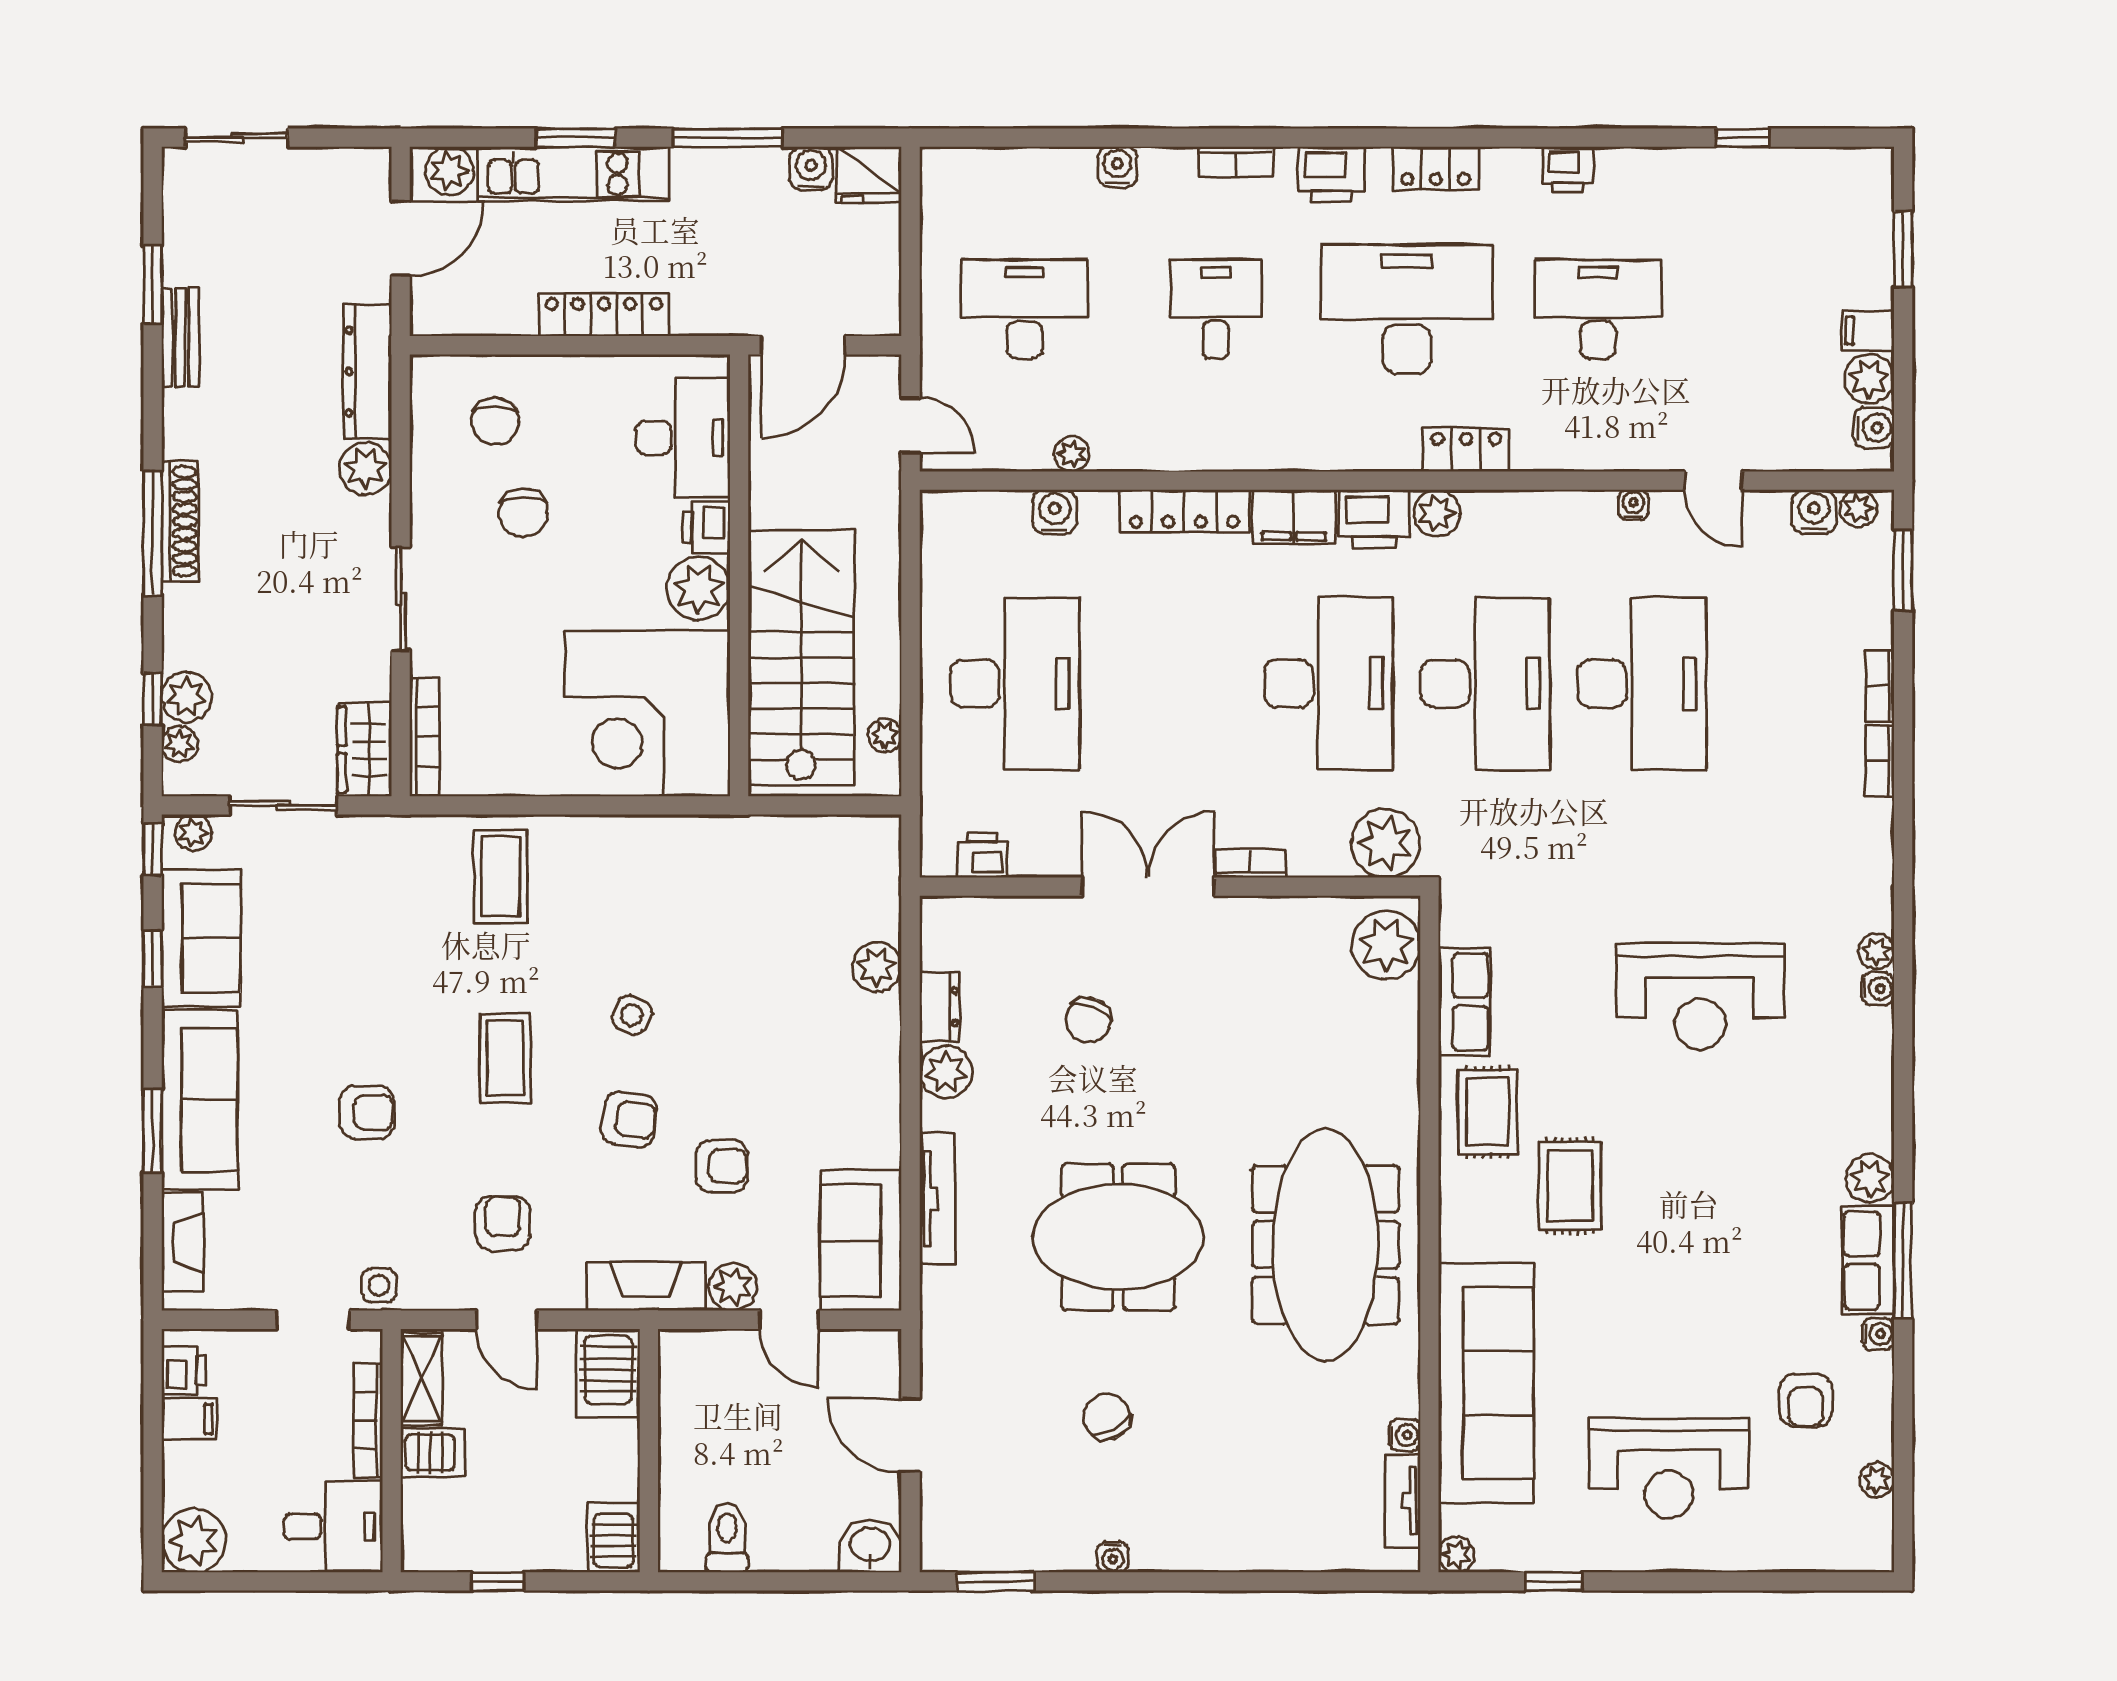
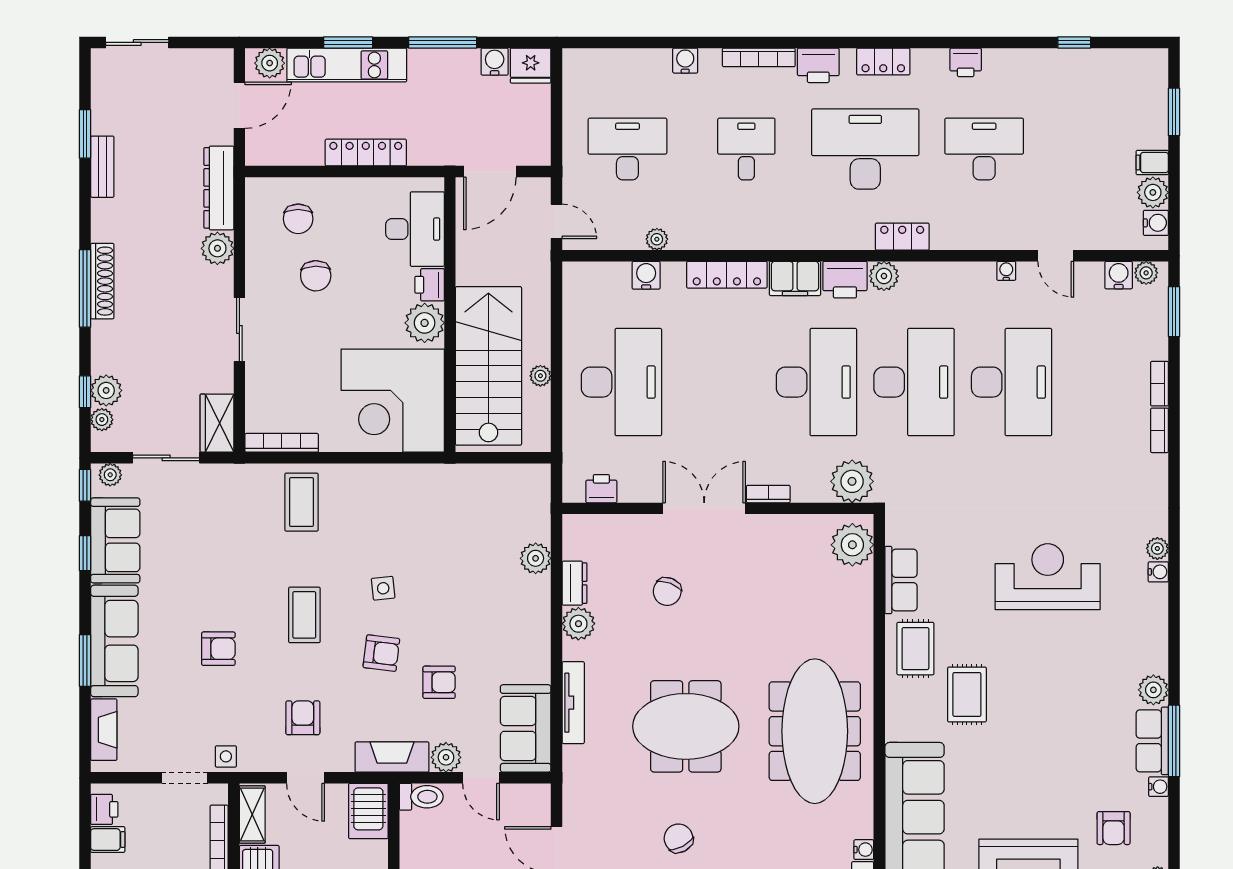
bookcase: (1236, 162) -> (759, 57), width x1.56
plant: (885, 735) -> (540, 376), moved
bookcase: (425, 737) -> (282, 443), moved, turned -90
reception desk: (1700, 996) -> (1048, 577), turned 180
side table: (632, 1015) -> (383, 588), turned -33
toilet: (693, 1350) -> (421, 797), added

